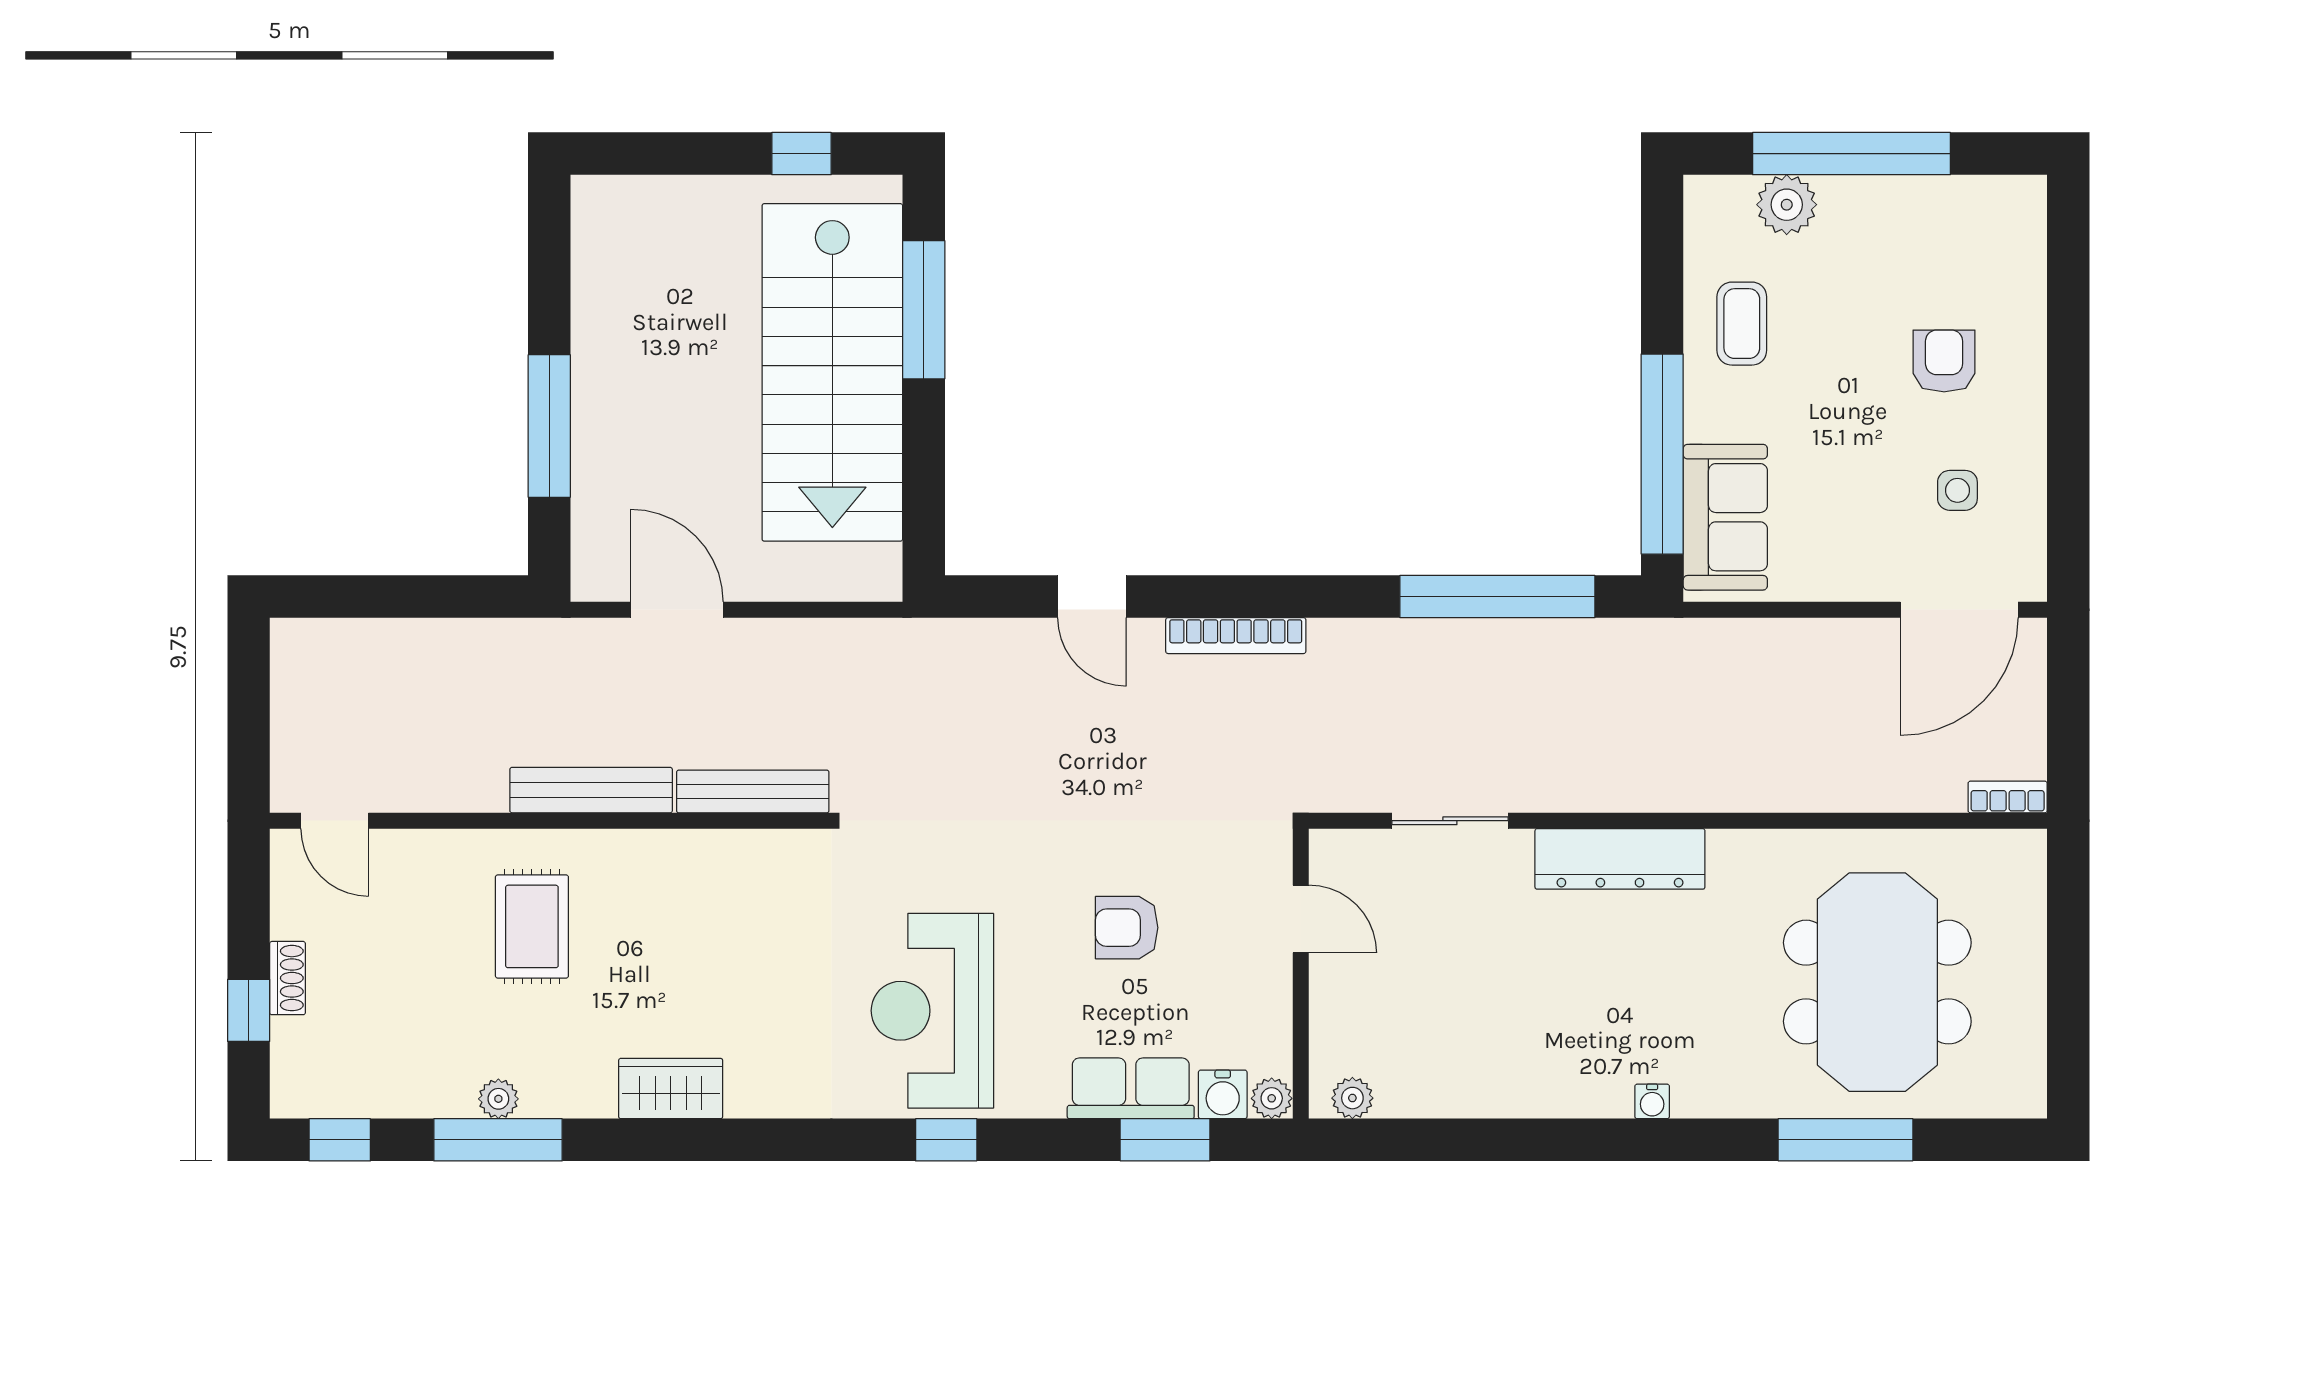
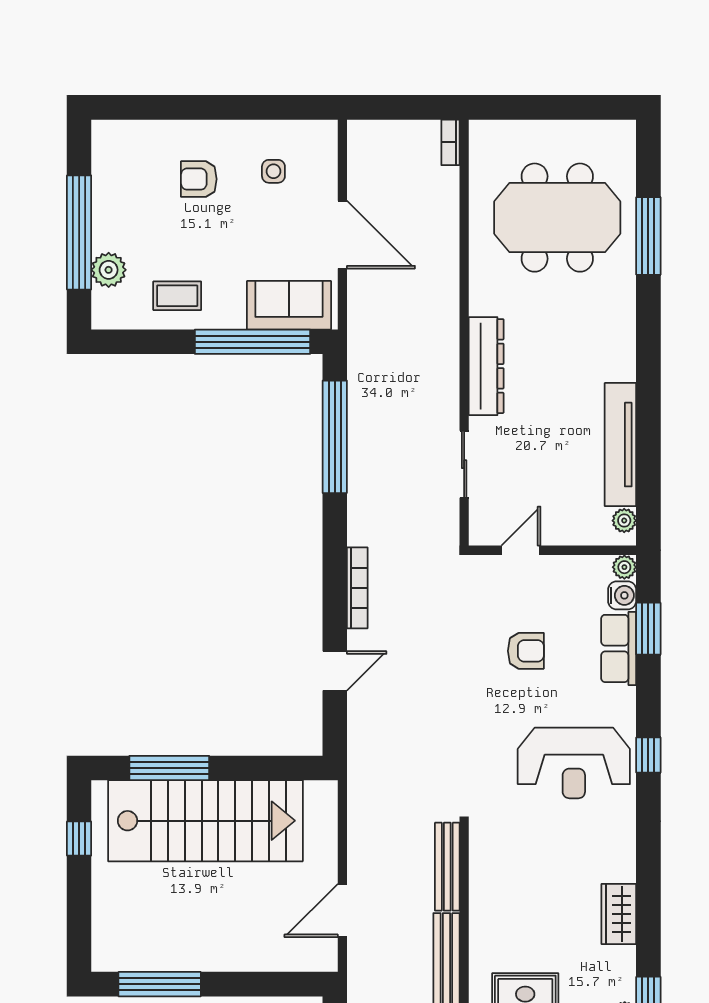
window: (549, 426) -> (160, 984), moved
door: (1959, 610) -> (342, 235), moved
armchair: (1127, 928) -> (526, 651), turned -90
tv unit: (1484, 1091) -> (620, 445), added
water cooler: (1652, 1101) -> (626, 348), removed

